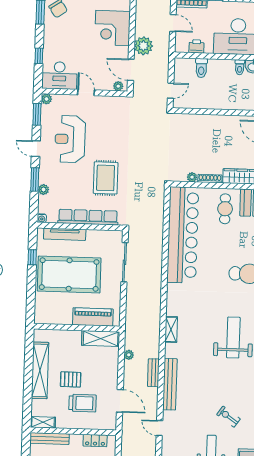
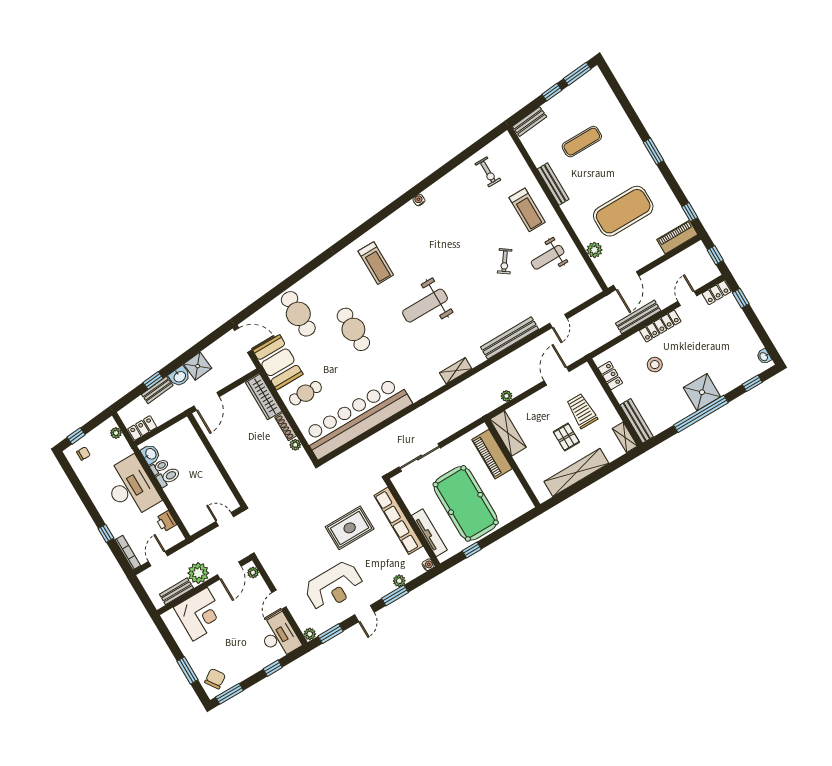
toilet: (201, 68) -> (168, 477), moved
bench: (153, 373) -> (176, 591), moved

